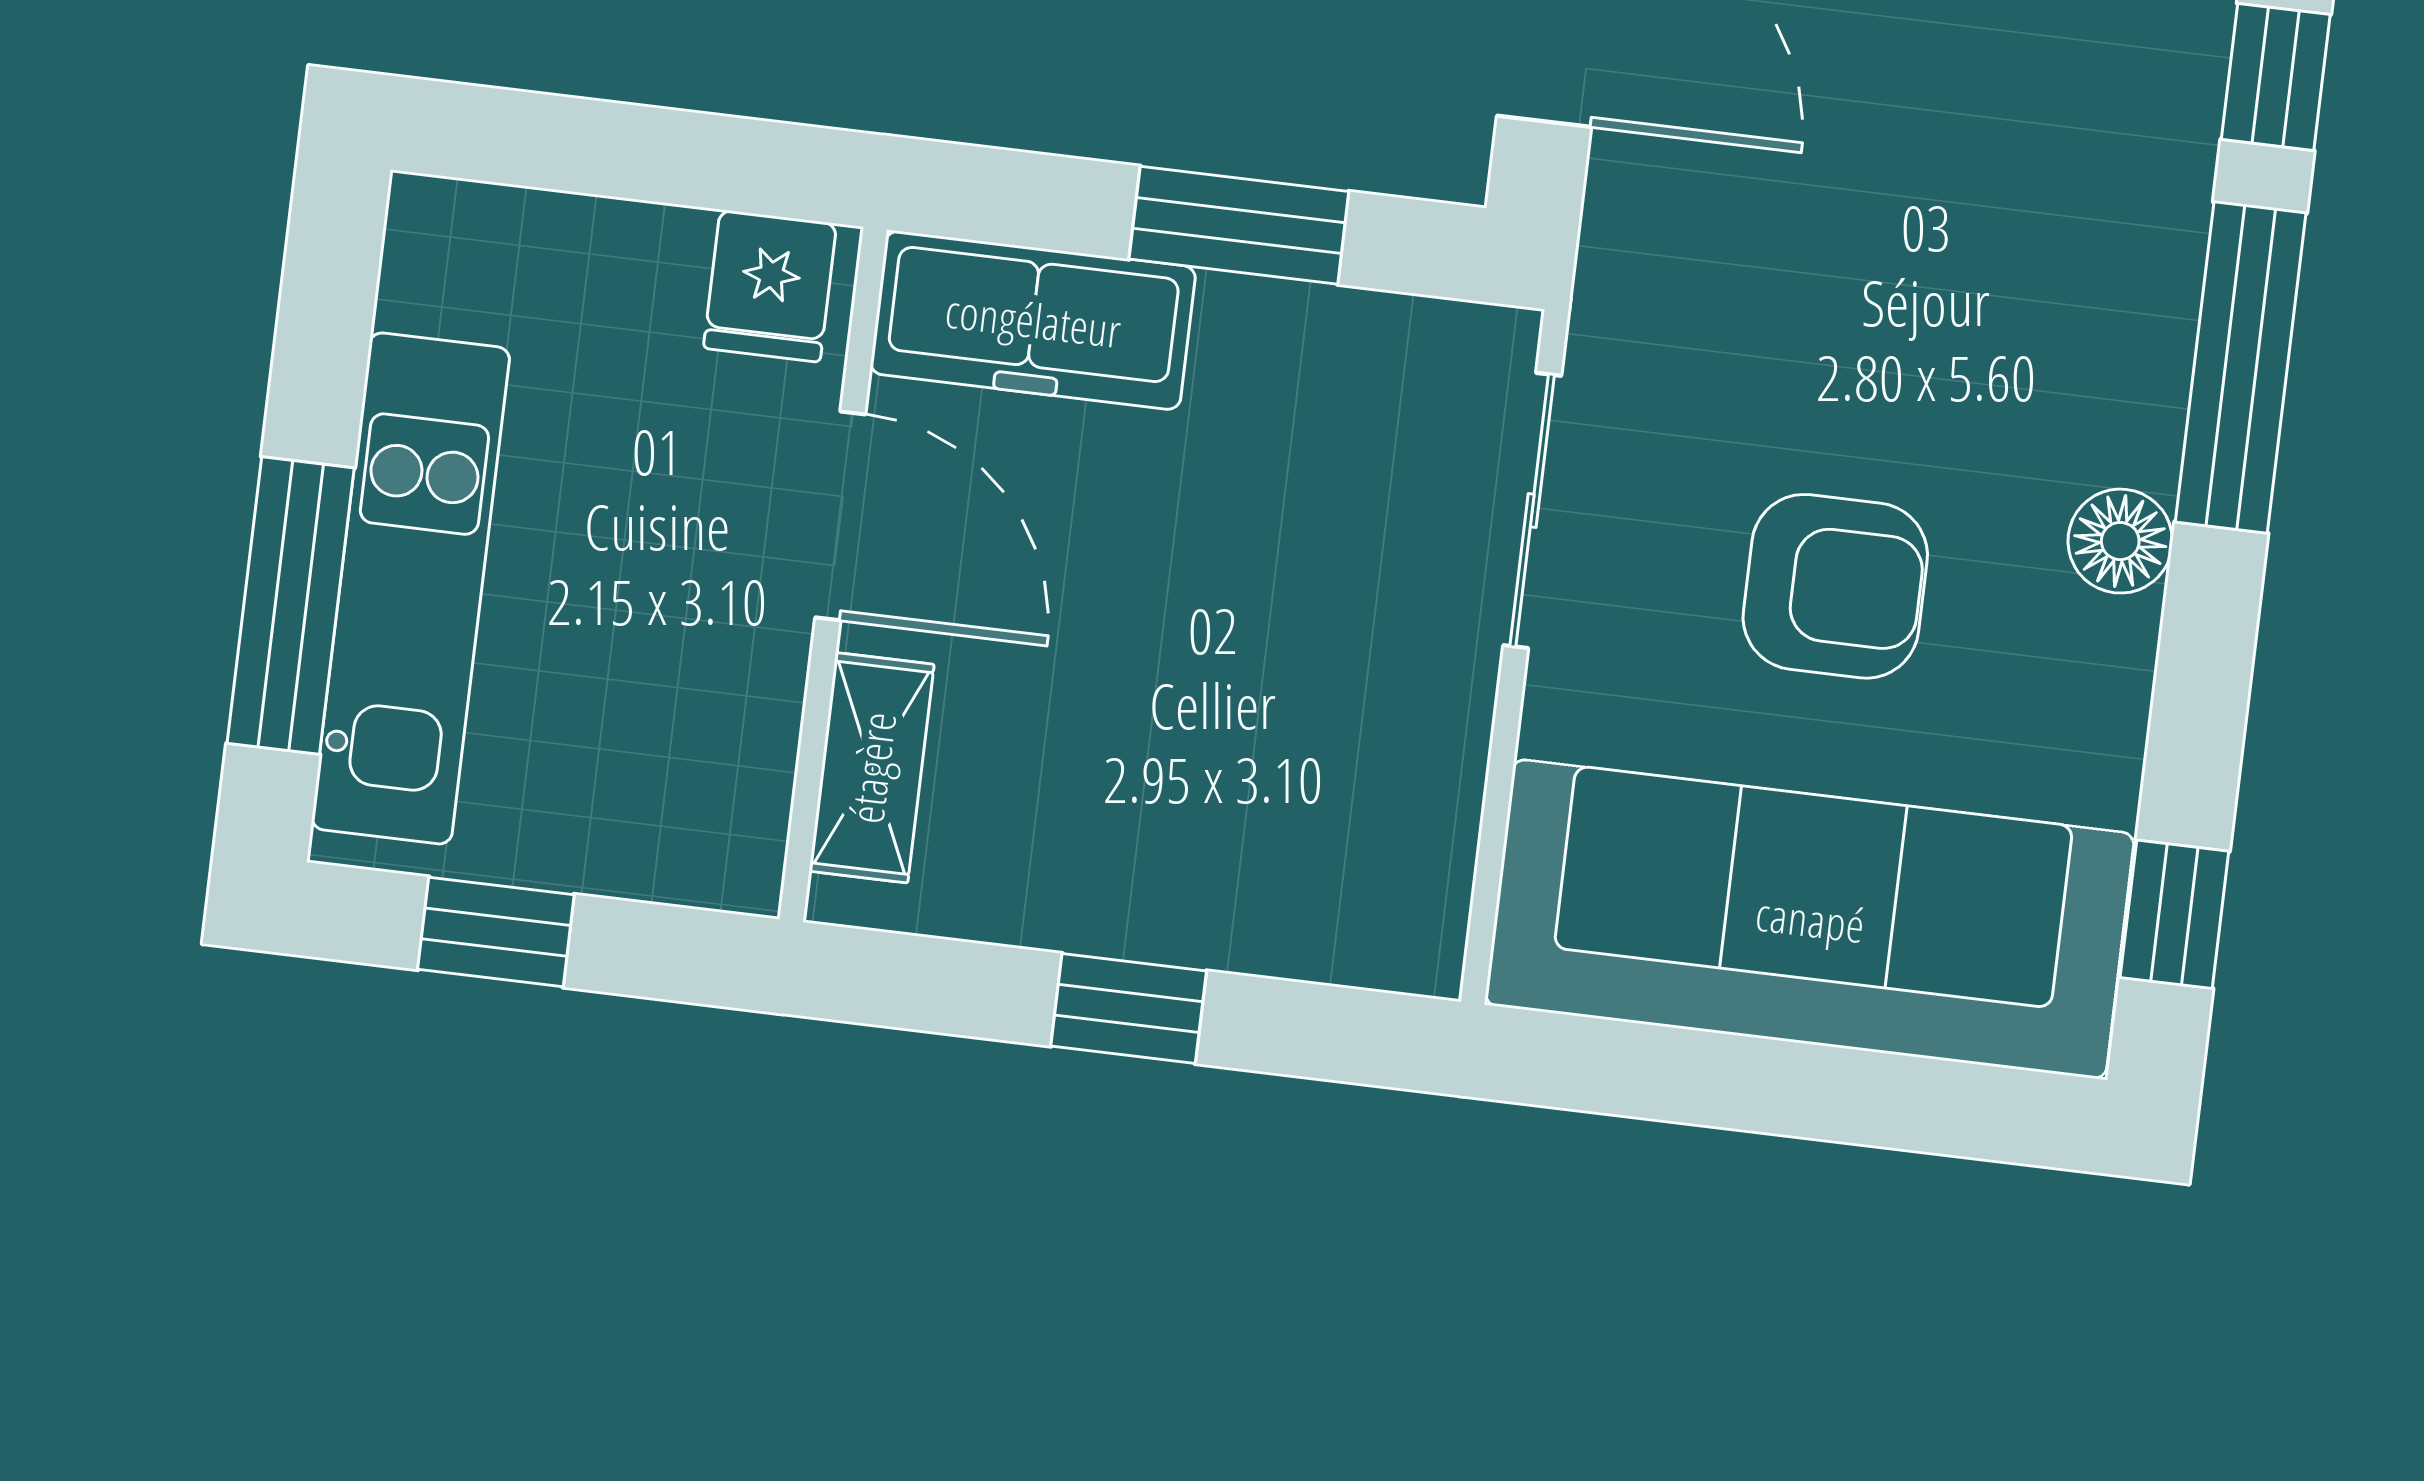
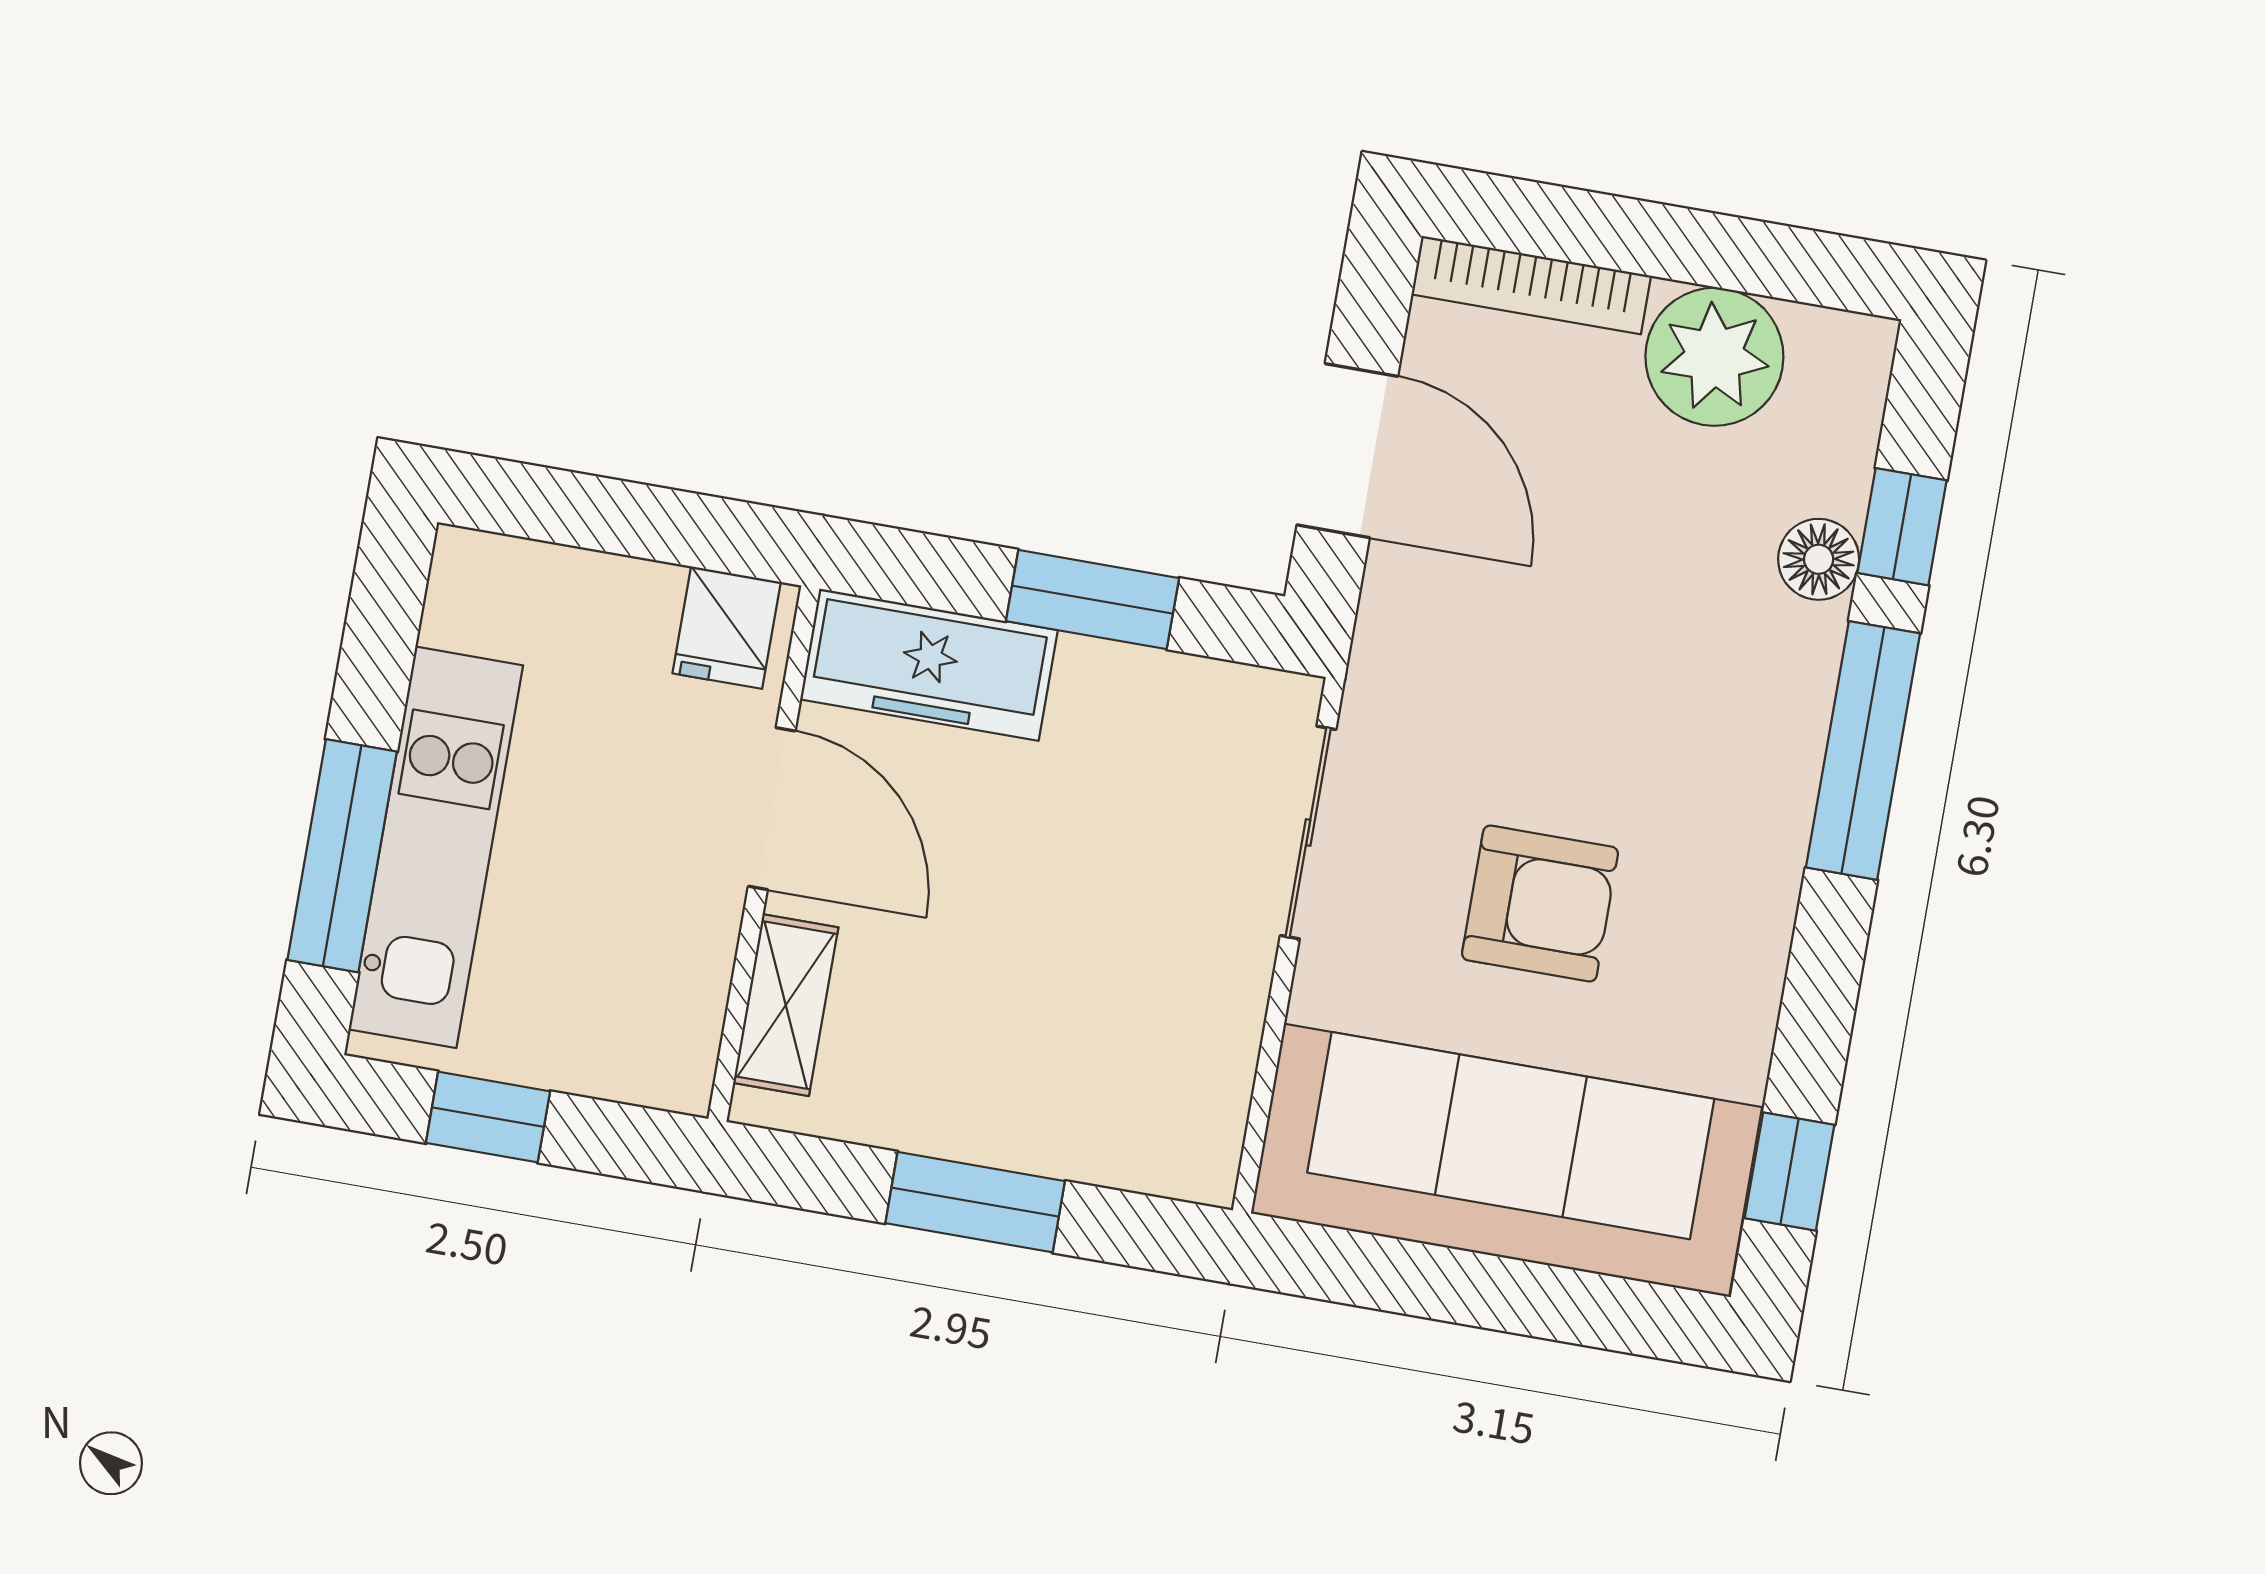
floor lamp: (2120, 541) -> (1819, 559), moved
window: (1129, 1009) -> (975, 1202), width x1.50

